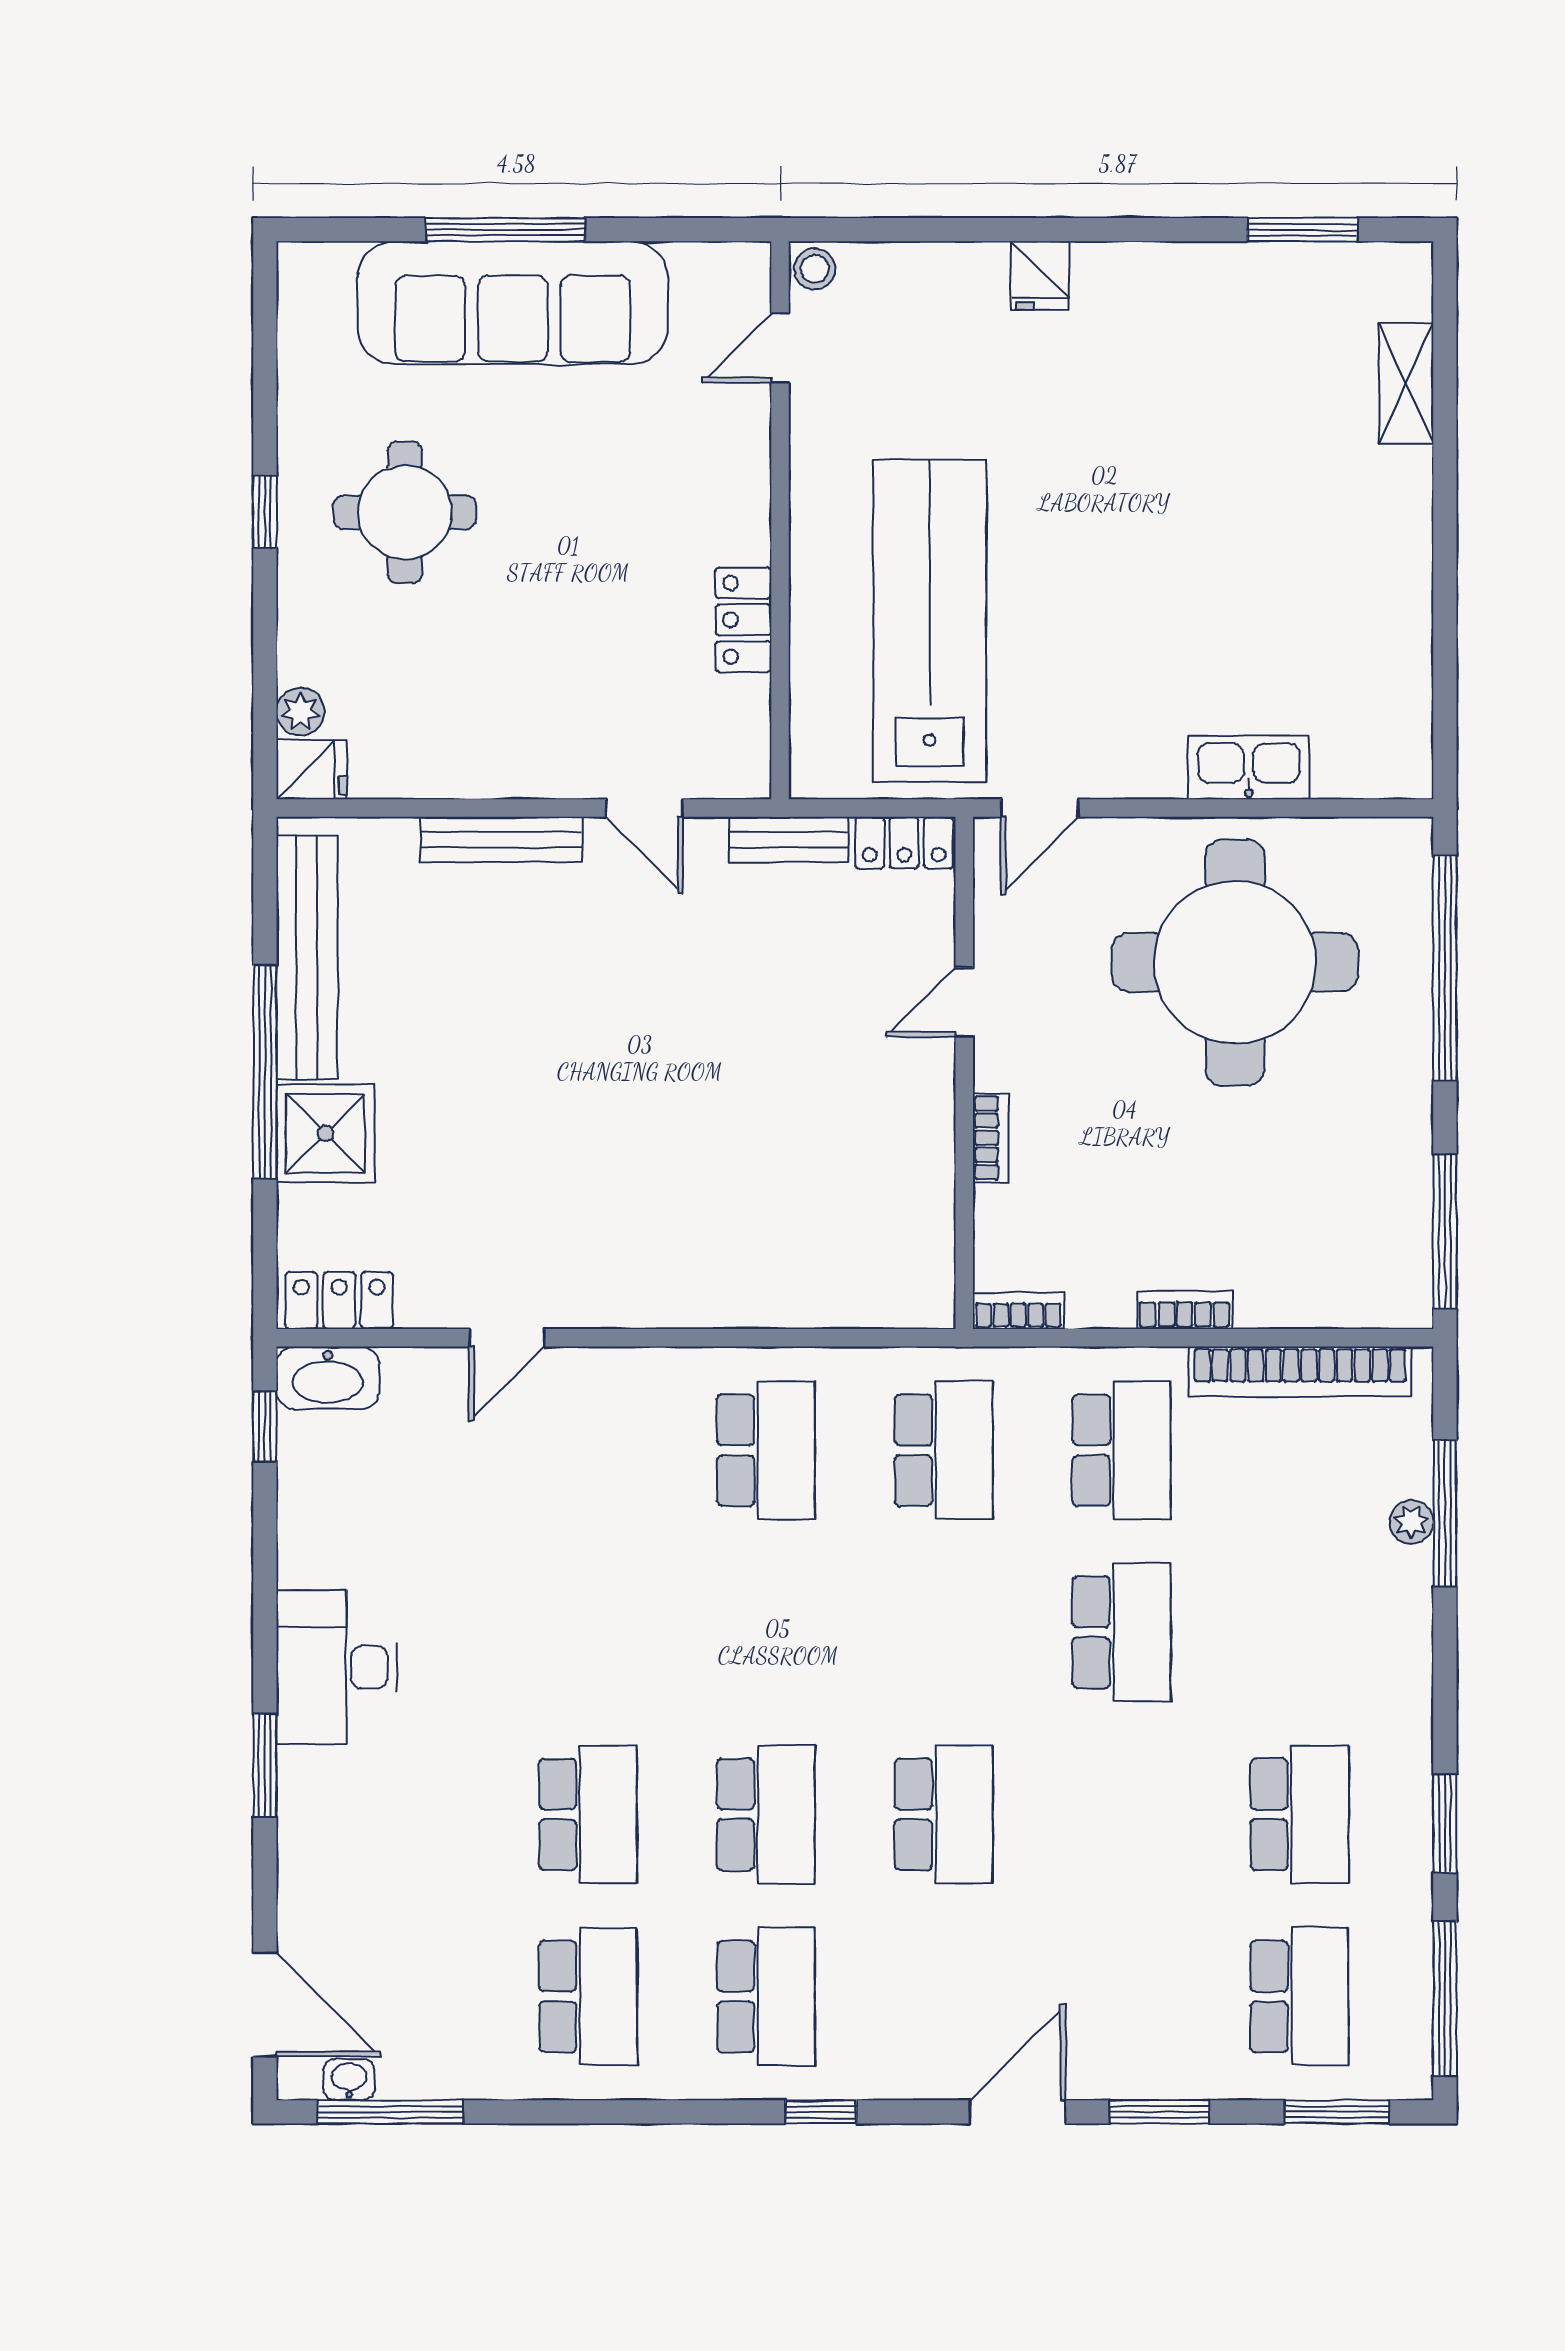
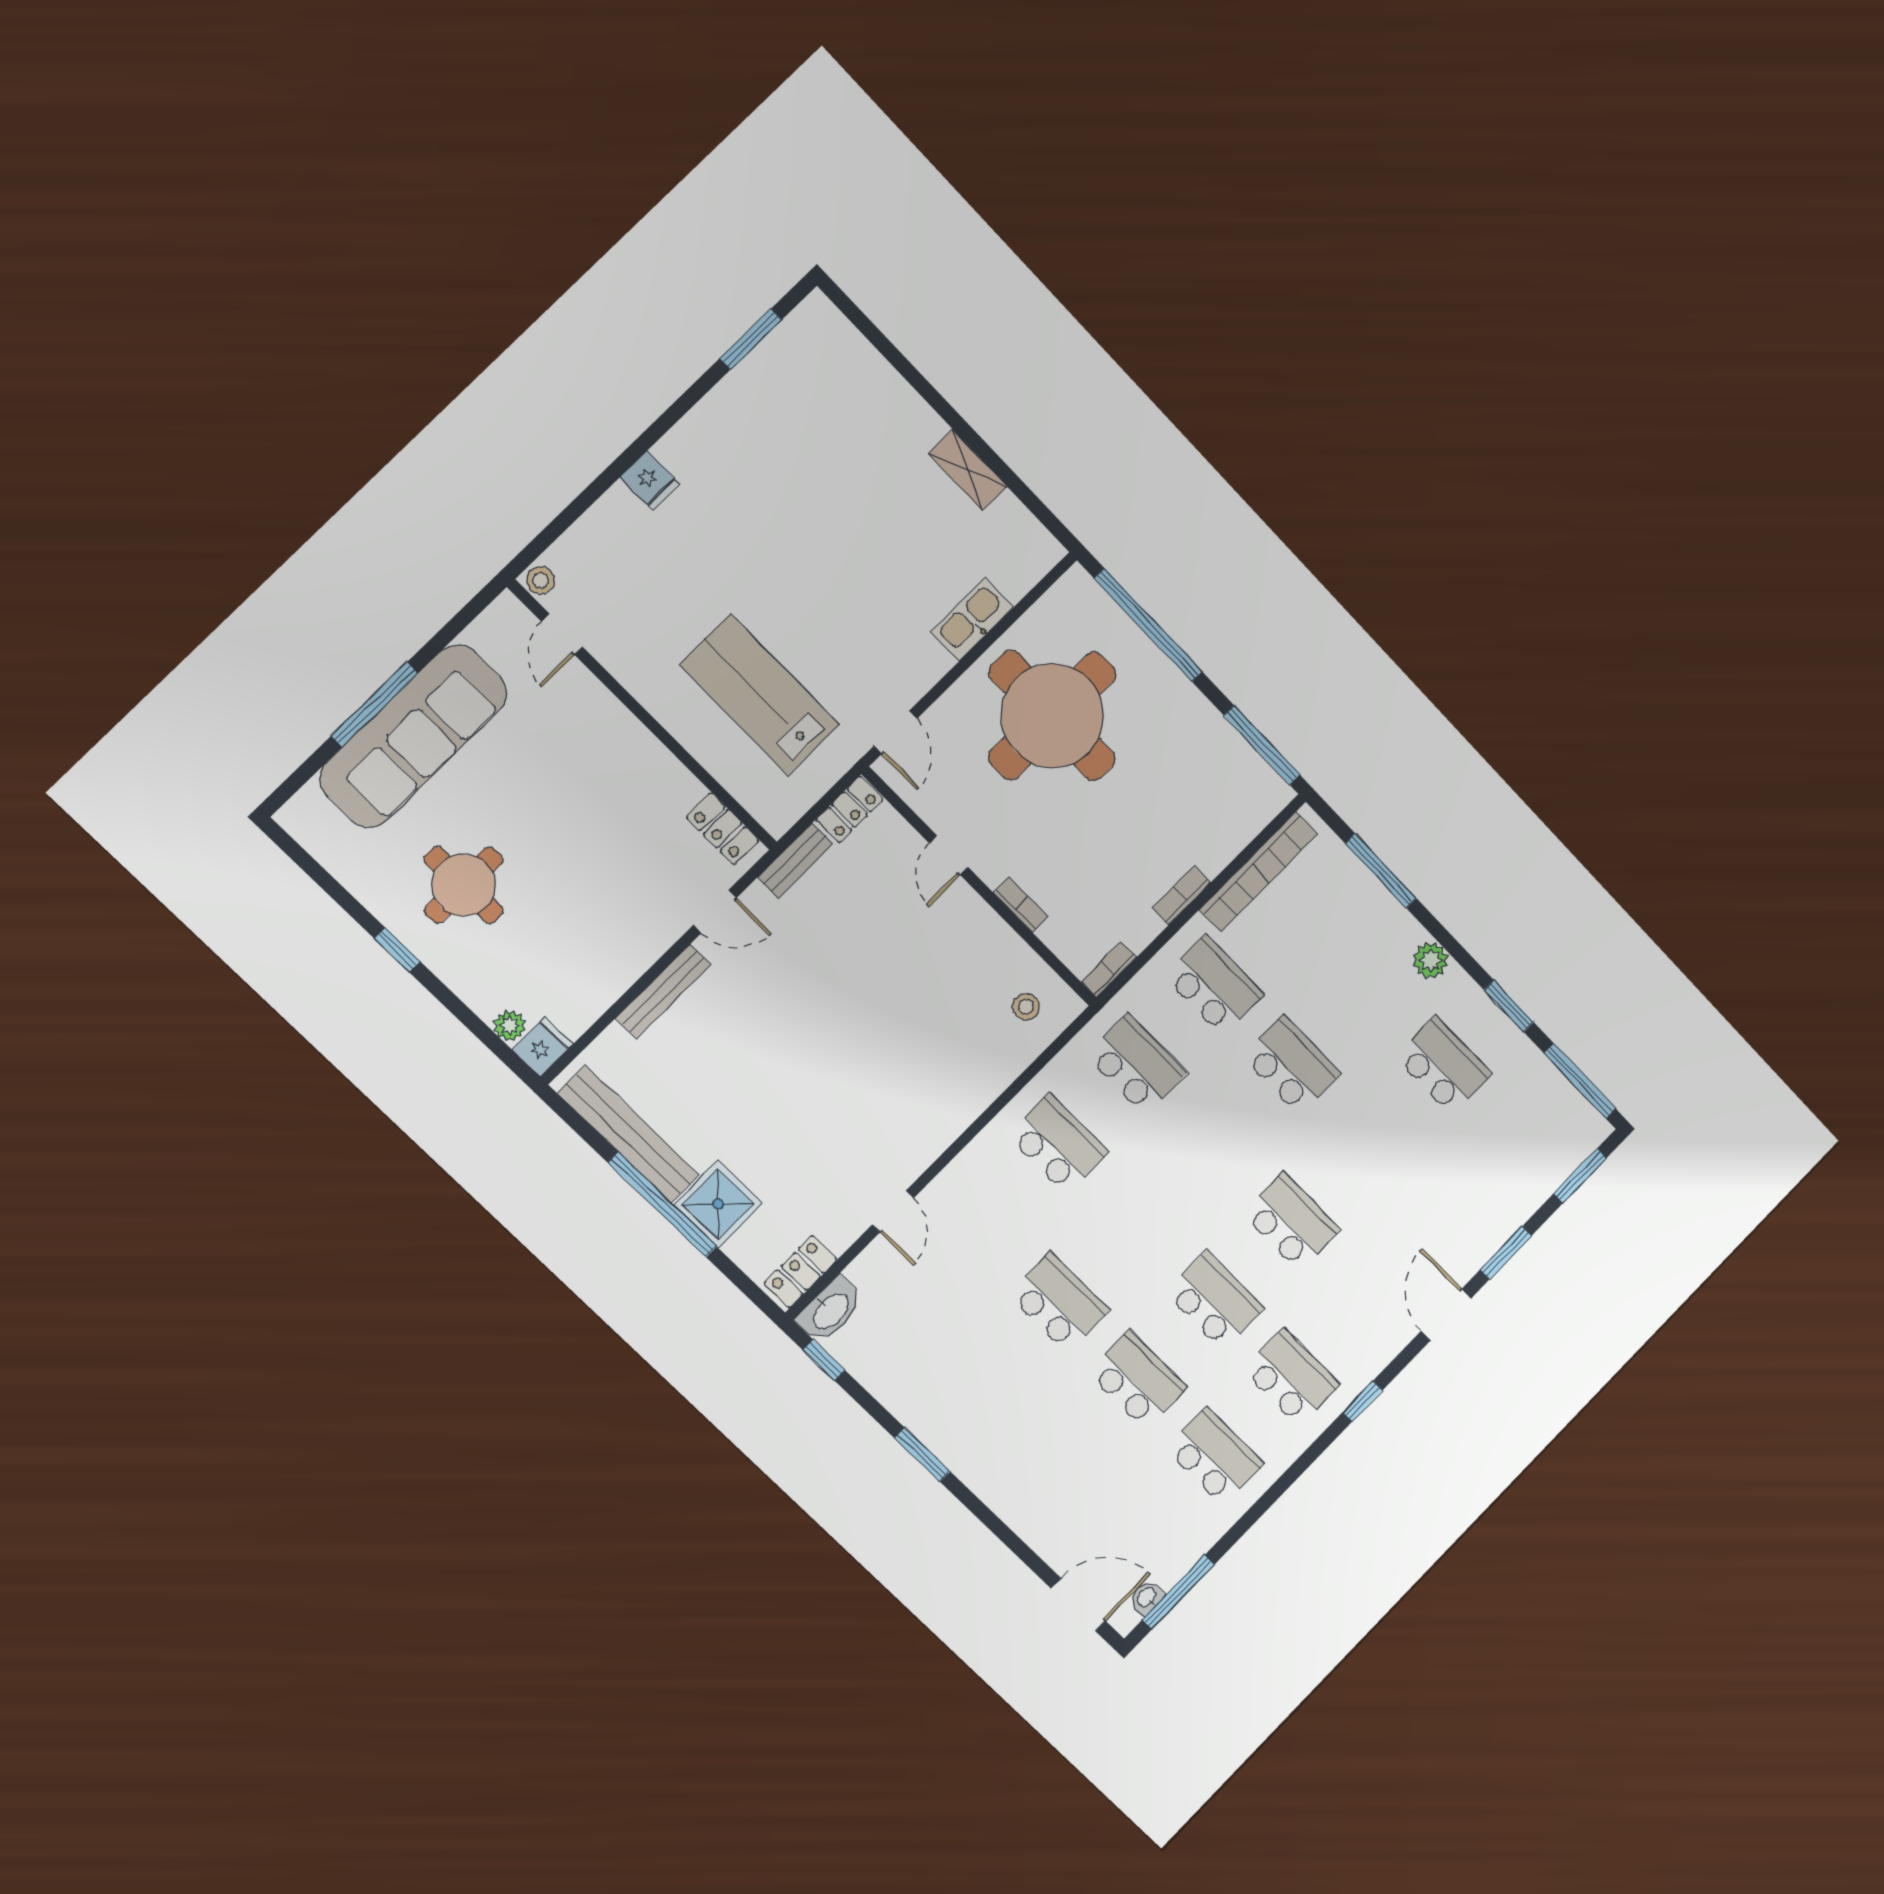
shelving: (1406, 383) -> (968, 470), moved
locker: (743, 620) -> (723, 829), moved
lab bench: (930, 621) -> (760, 695), width x0.73
stool: (883, 1259) -> (1026, 1007), added
plant: (1411, 1522) -> (1431, 960), moved, width x1.38, depth x1.38
desk: (337, 1667) -> (963, 1431), removed
window: (265, 1766) -> (922, 1455), moved
school desk: (1299, 1996) -> (1059, 1302), moved

